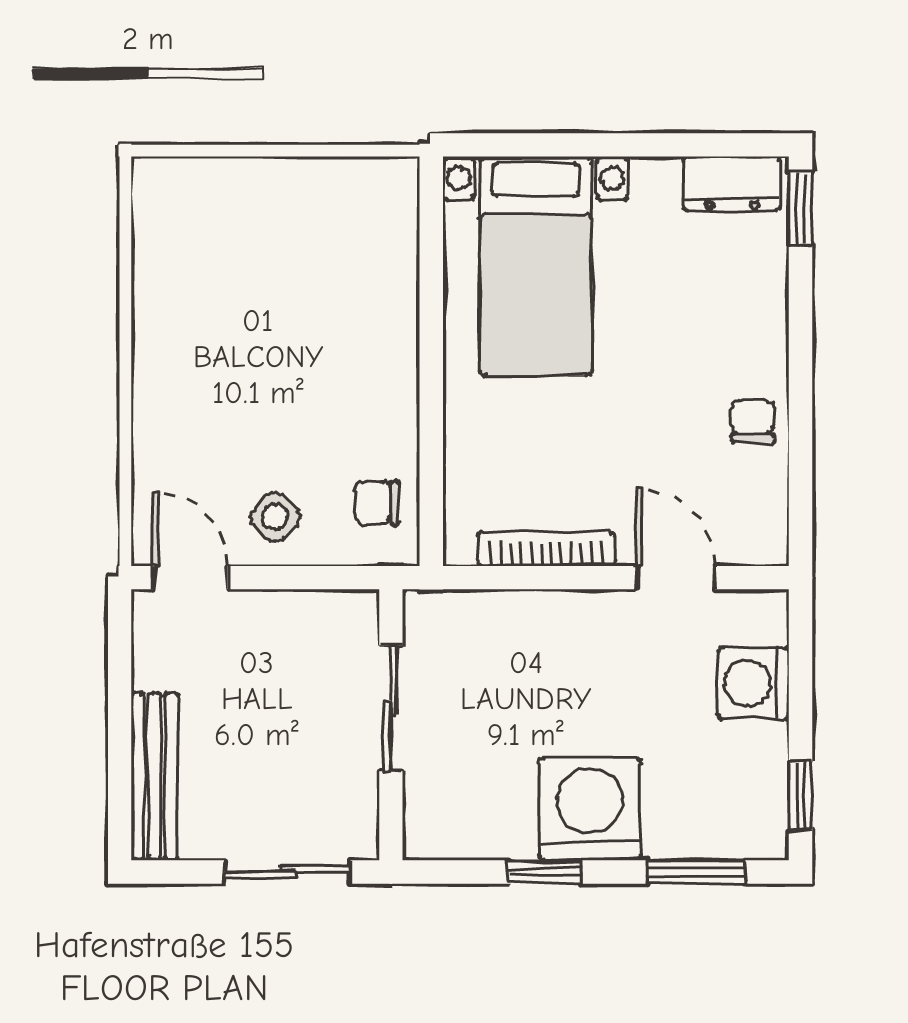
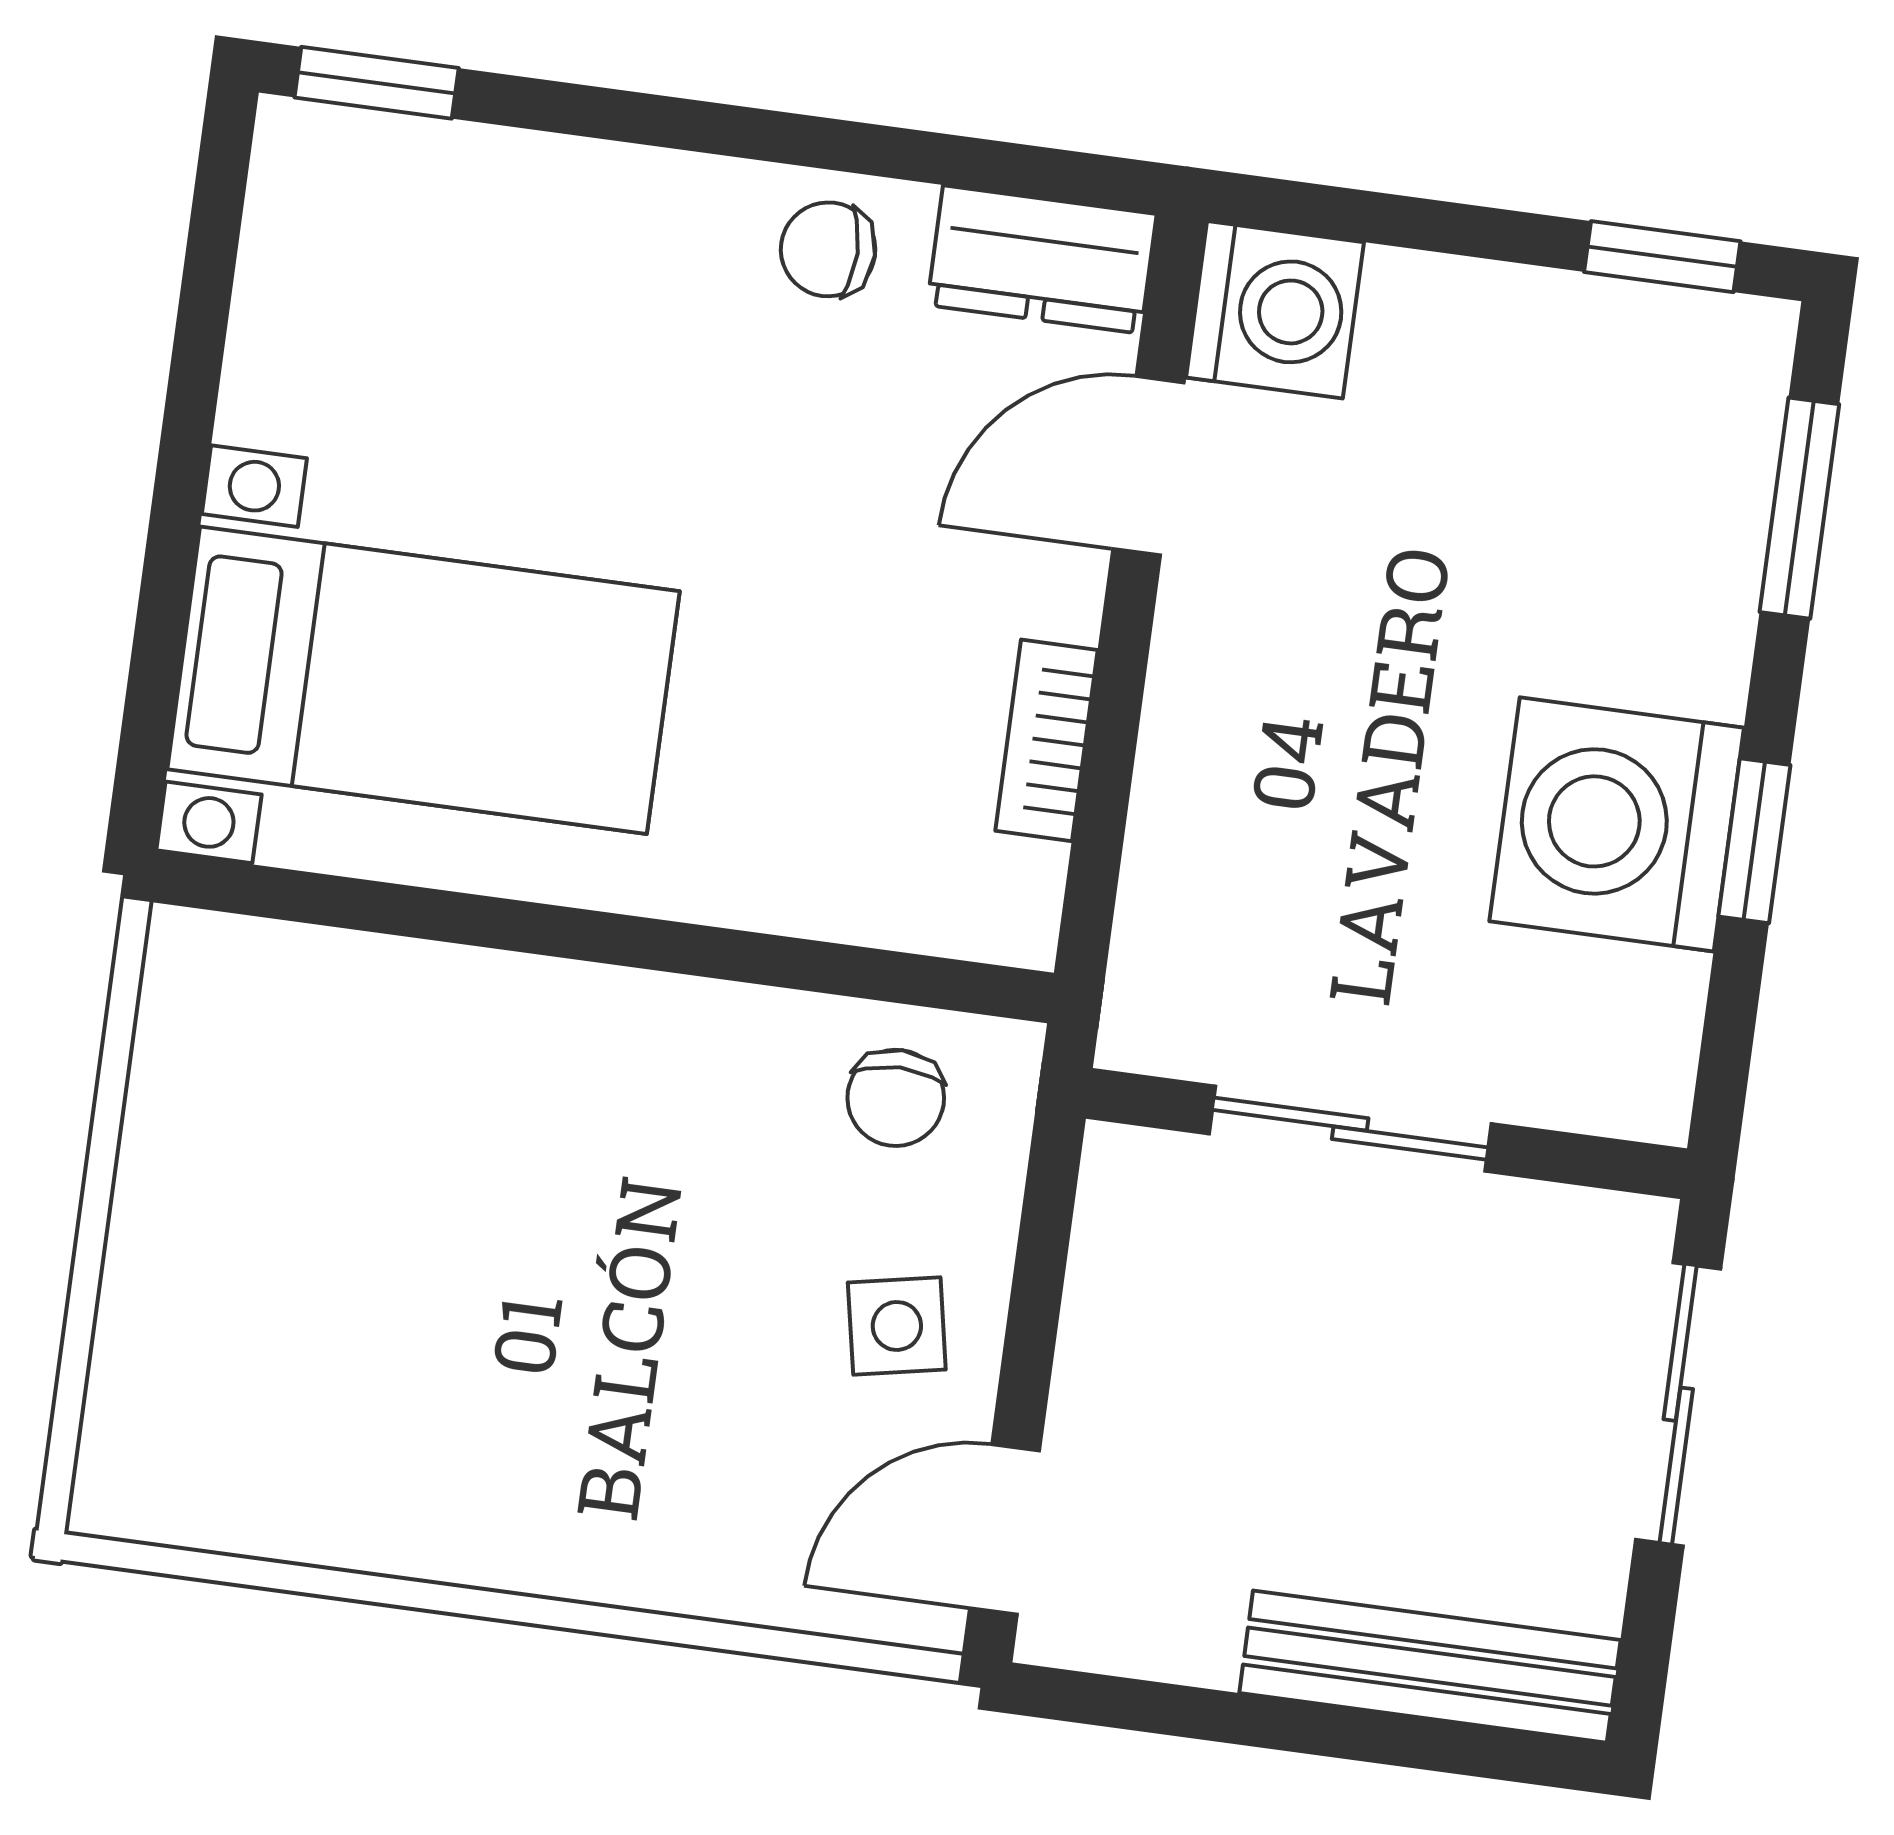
dresser: (732, 184) -> (1042, 260), moved, turned 90
side table: (275, 517) -> (897, 1326), turned 35
bookcase: (546, 549) -> (1046, 740), width x0.64
washing machine: (753, 683) -> (1275, 310), moved, turned -90
washing machine: (590, 809) -> (1617, 824), moved

